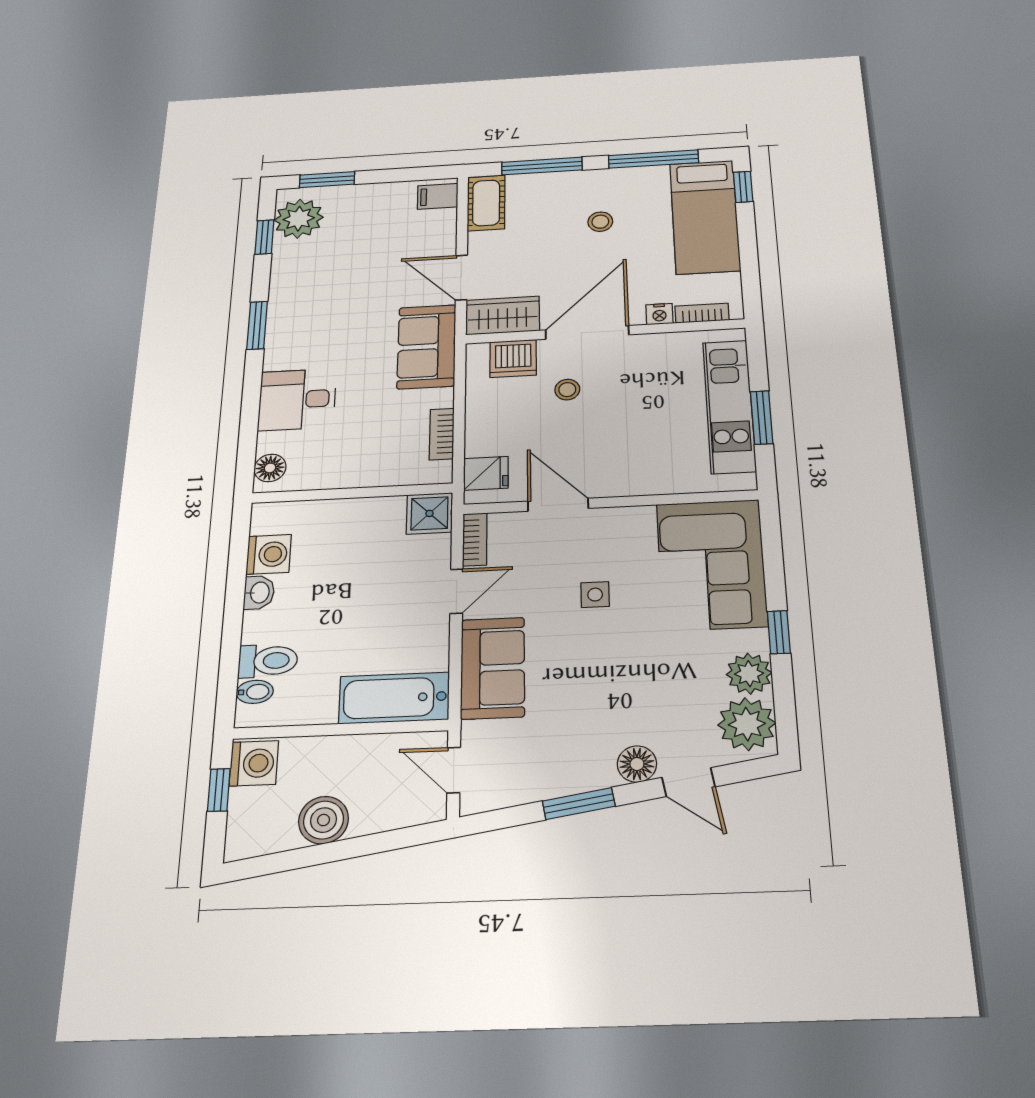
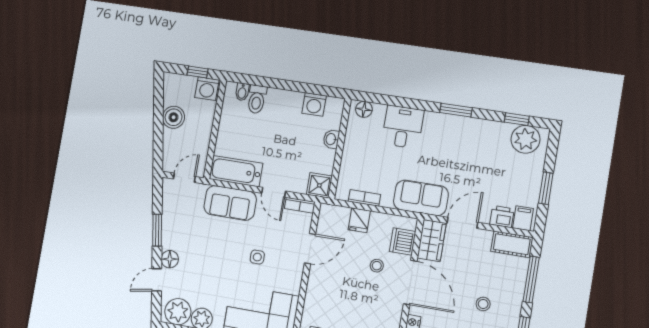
window: (327, 180) -> (546, 188), moved
printer: (440, 225) -> (502, 217), added
fridge: (486, 473) -> (359, 220), moved
washbasin: (259, 593) -> (331, 139), moved, turned 90
bathtub: (394, 698) -> (236, 171), moved, turned -90

